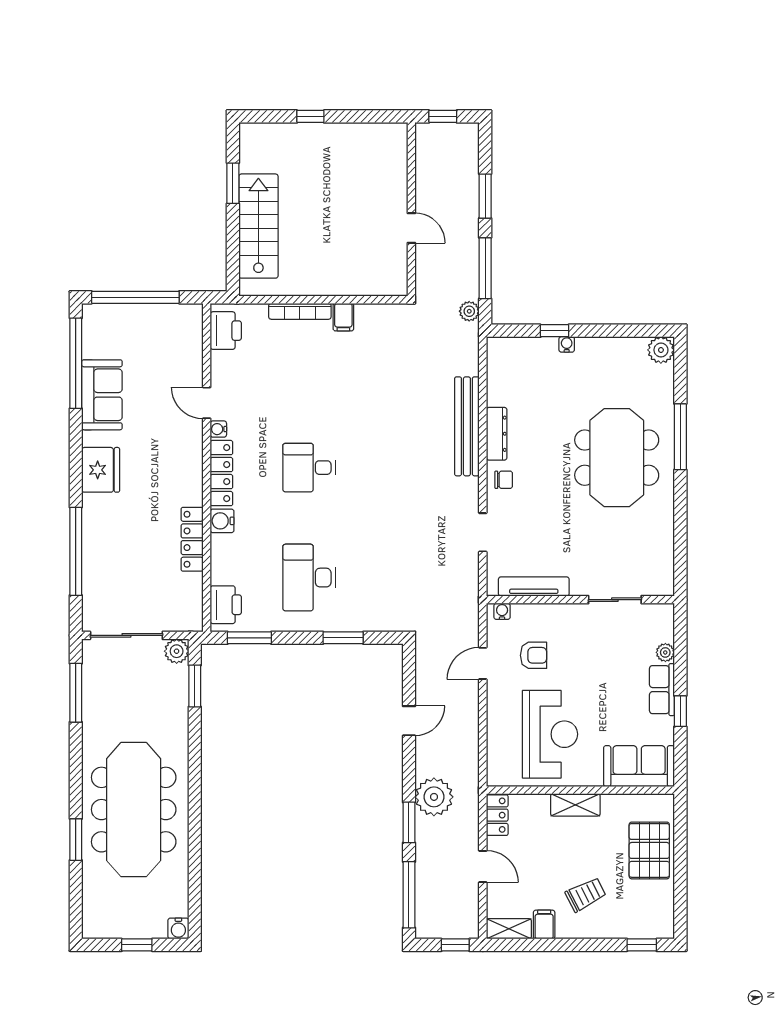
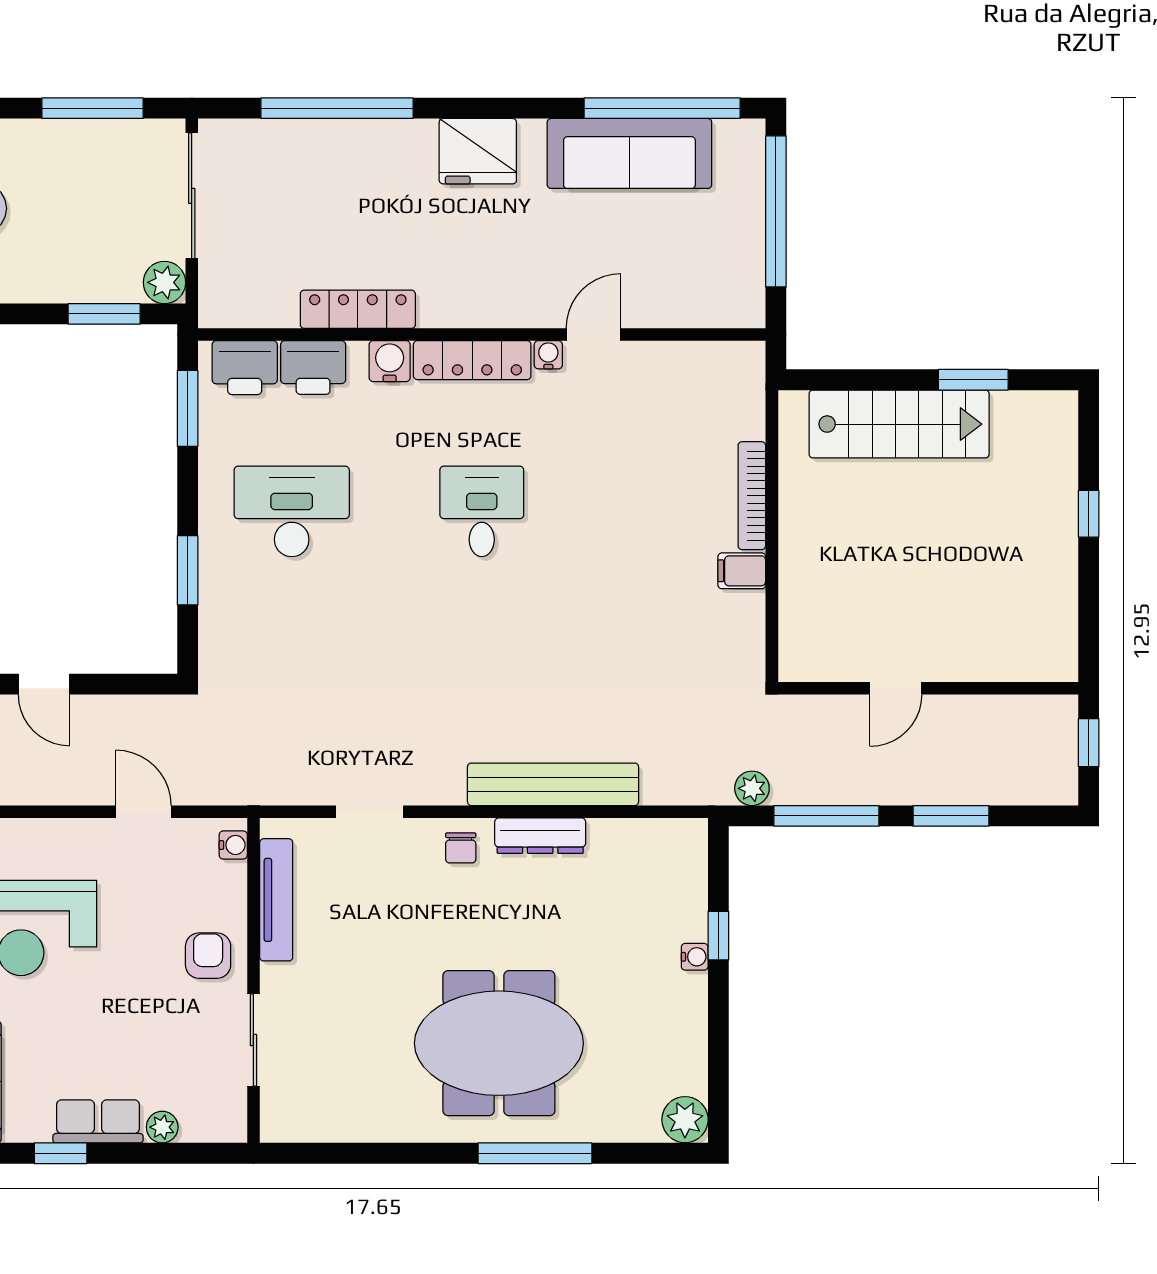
printer: (226, 331) -> (313, 368), moved
sofa: (102, 395) -> (629, 153), width x1.36
armchair: (534, 655) -> (208, 956), moved, turned 180

